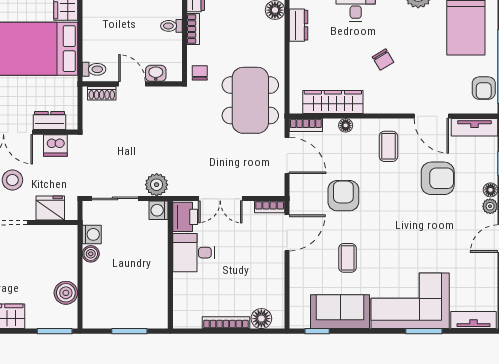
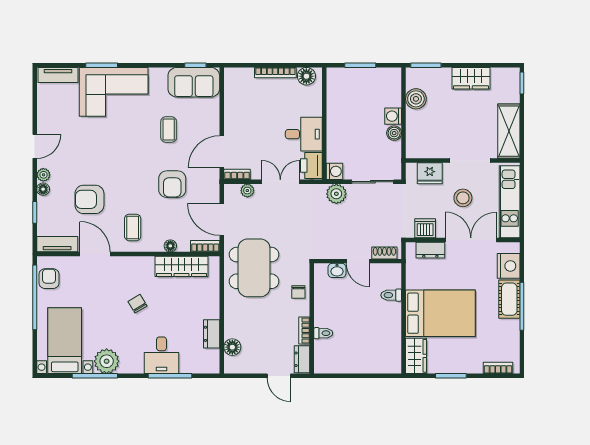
washbasin: (156, 73) -> (337, 270), moved
door: (132, 84) -> (358, 261), moved
wall: (132, 84) -> (358, 261), moved
shoe rack: (102, 93) -> (384, 253), moved
plant: (258, 188) -> (247, 191), added
washing machine: (92, 234) -> (393, 116), moved
sofa: (340, 312) -> (194, 82), moved
floor lamp: (261, 319) -> (306, 76), moved

